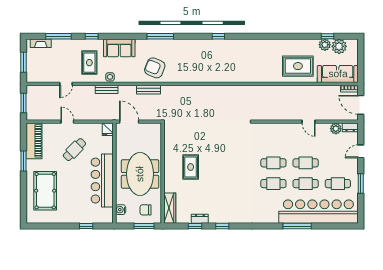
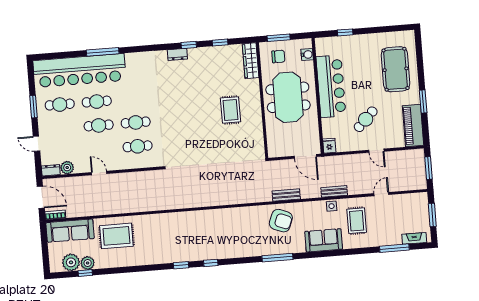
window: (92, 36) -> (181, 265), moved
door: (361, 151) -> (36, 144), swing flipped
cafe table: (273, 184) -> (138, 146), moved
dresser: (200, 219) -> (177, 54), moved

